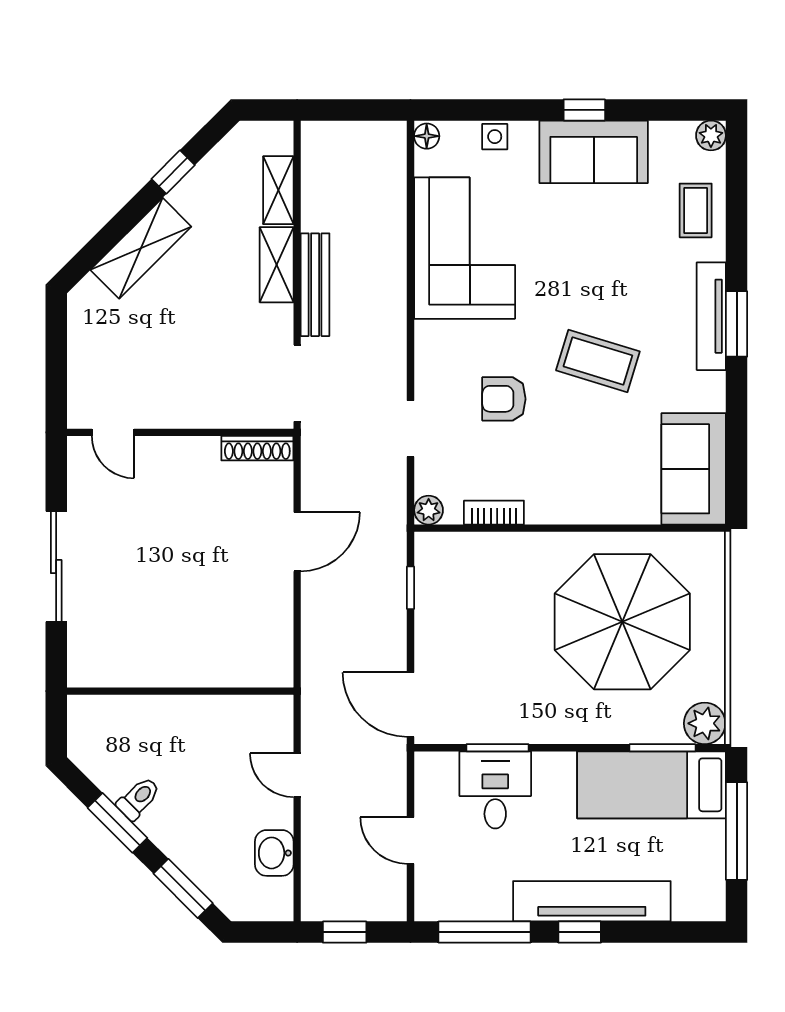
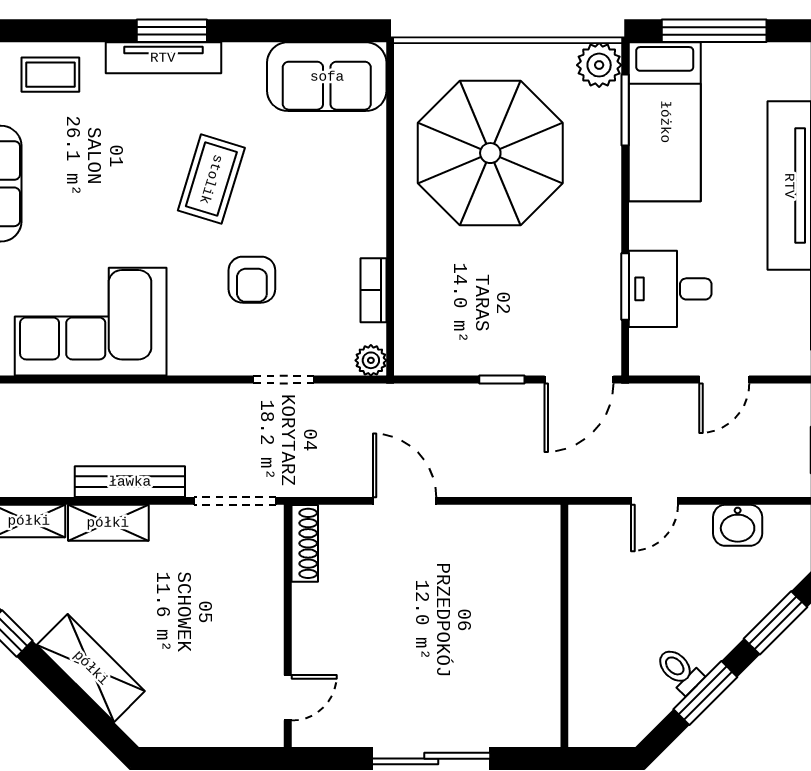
window: (411, 588) -> (502, 380), moved

